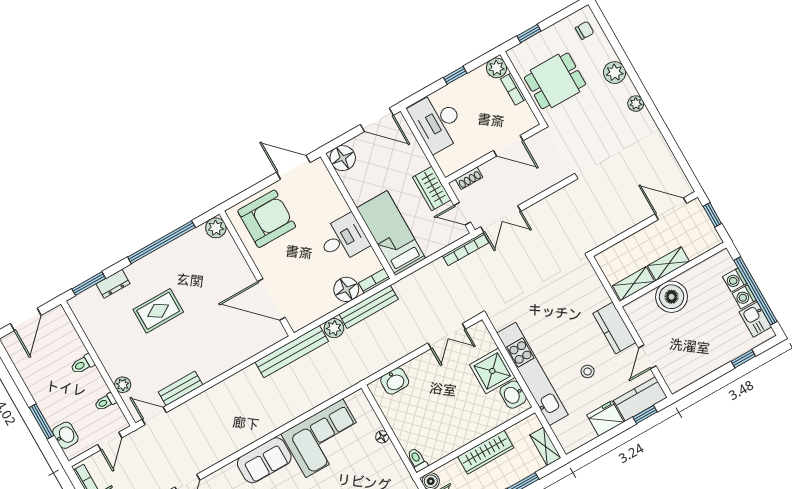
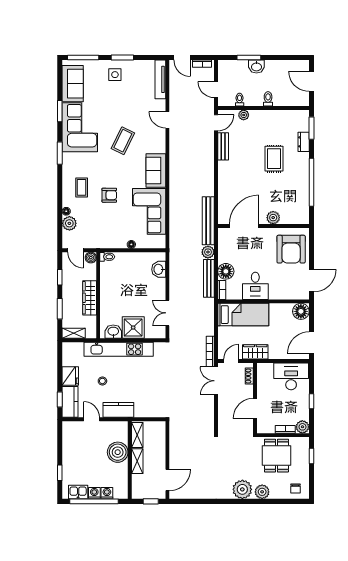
plant: (636, 104) -> (242, 489), width x1.87, depth x1.87
plant: (216, 228) -> (273, 218), moved
washbasin: (65, 435) -> (256, 67), moved

